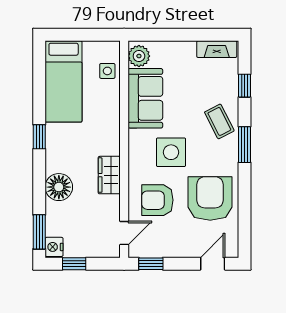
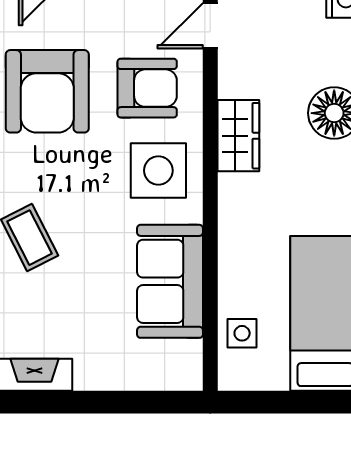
plant: (139, 56) -> (182, 362), removed
side table: (171, 152) -> (158, 171), moved

